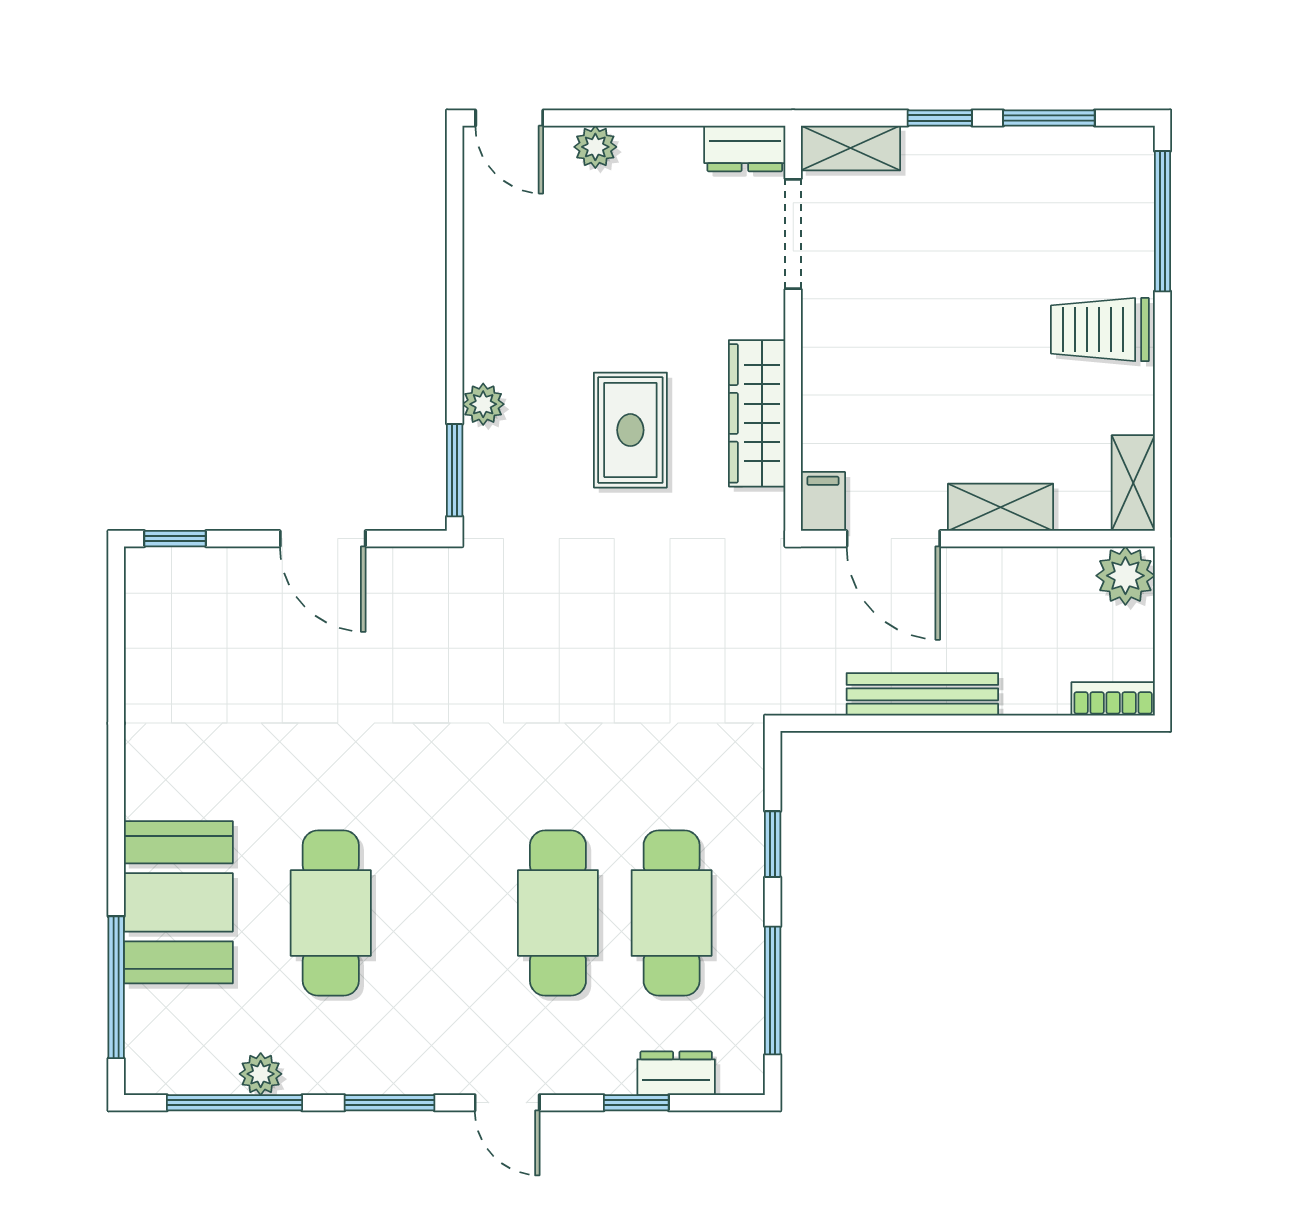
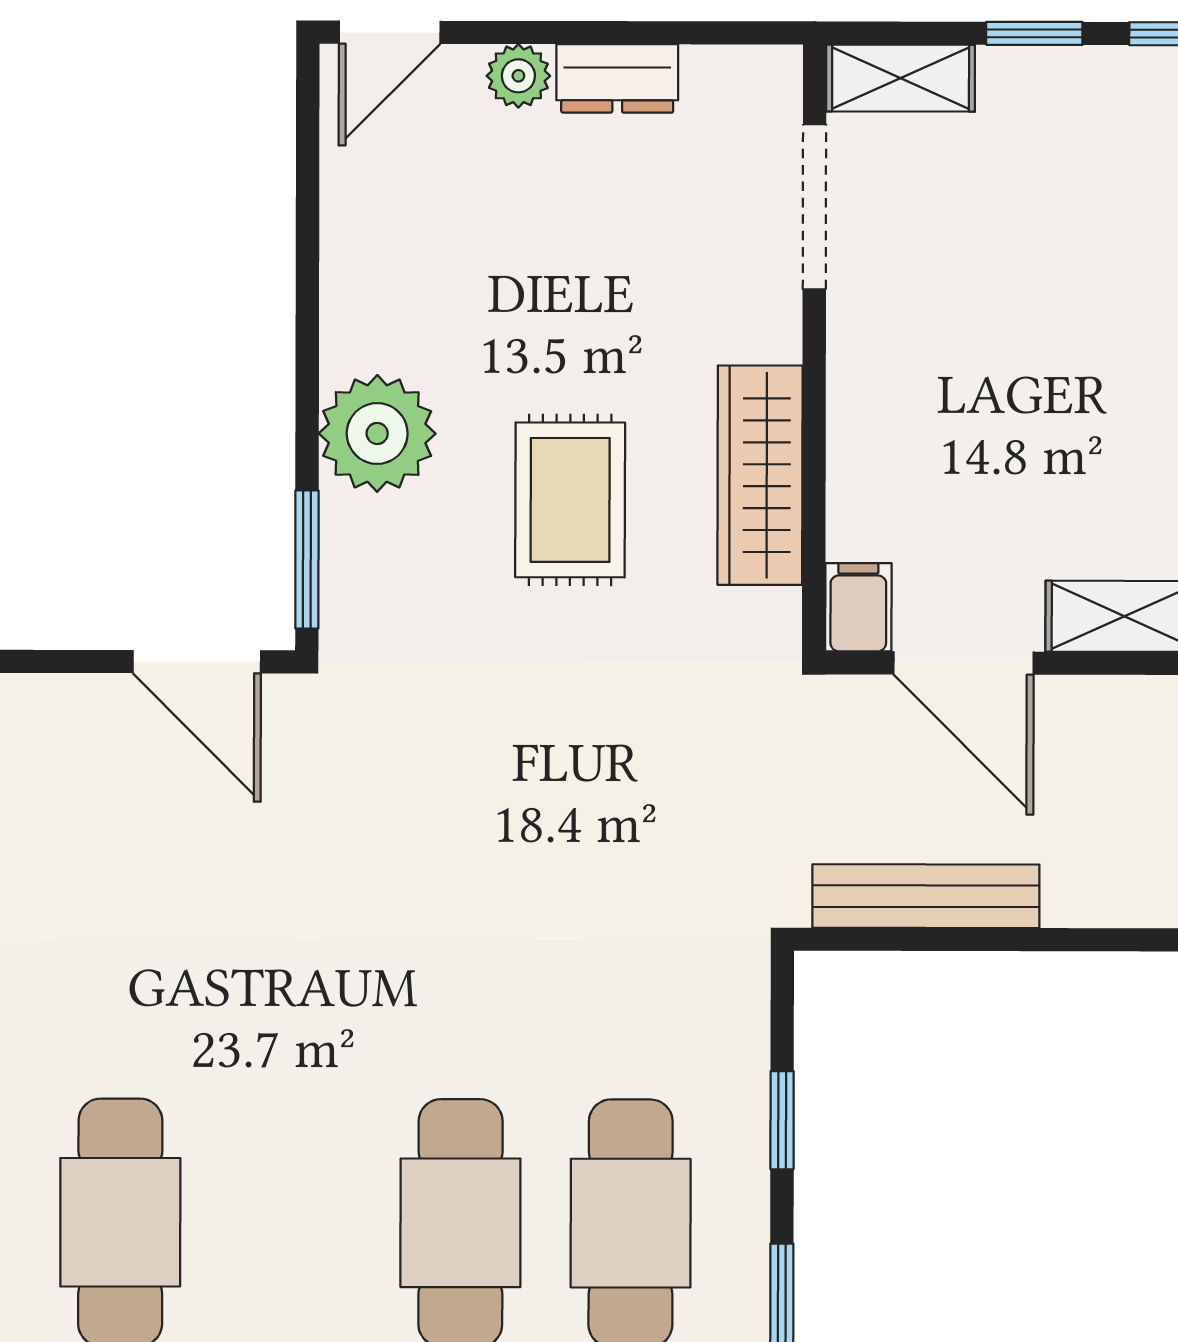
door: (509, 118) -> (390, 32), hinge flipped
dresser: (745, 149) -> (617, 78), moved
plant: (483, 404) -> (377, 433), width x1.88, depth x1.88
door: (323, 539) -> (197, 662), moved
bench: (922, 694) -> (926, 896), moved

